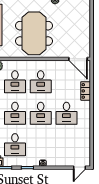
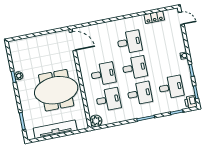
door: (78, 59) -> (73, 41), hinge flipped
locker: (86, 91) -> (154, 17), moved

